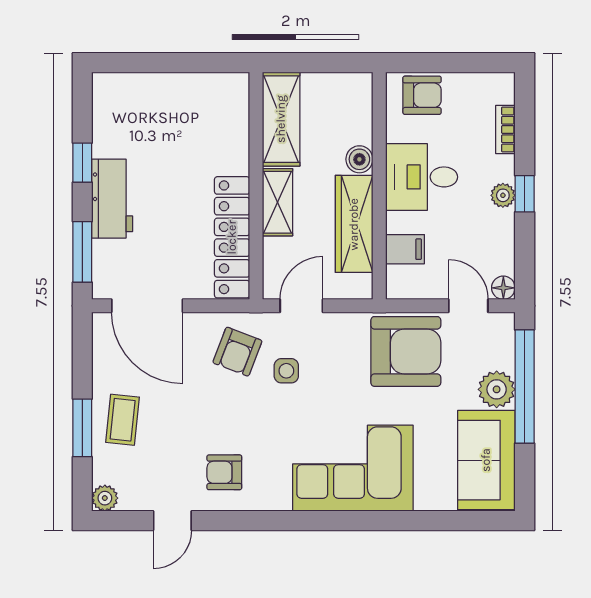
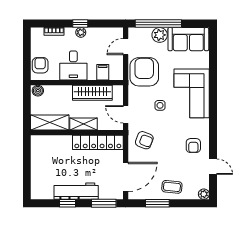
boiler: (359, 159) -> (38, 91), moved
workbench: (112, 199) -> (76, 191), width x1.38
floor lamp: (503, 288) -> (118, 32), removed
side table: (286, 371) -> (160, 105), moved
window: (82, 428) -> (157, 203), moved

